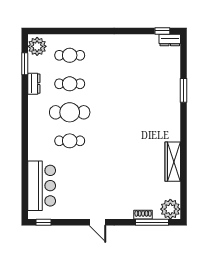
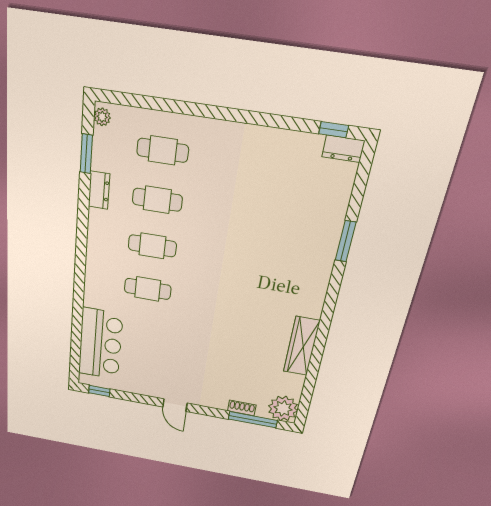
plant: (37, 46) -> (102, 117), width x0.53, depth x0.53
cafe table: (70, 112) -> (152, 246), width x0.73, depth x0.74

